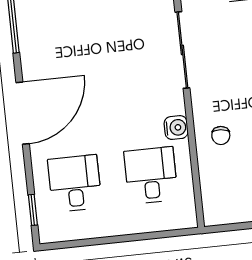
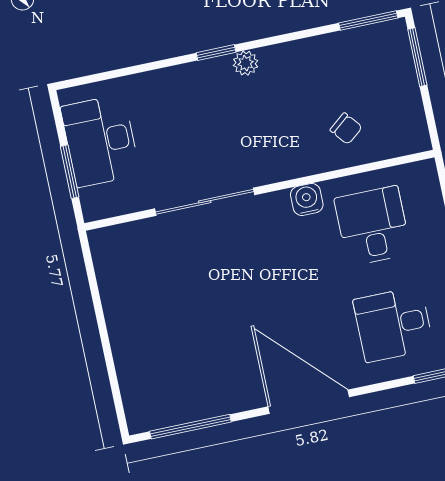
chair: (221, 135) -> (346, 129), moved, turned 46
desk: (151, 176) -> (373, 226), turned 90

